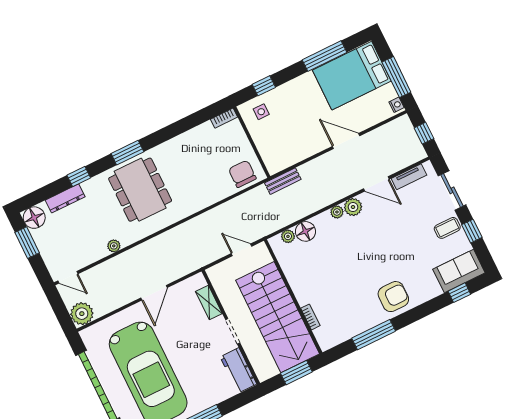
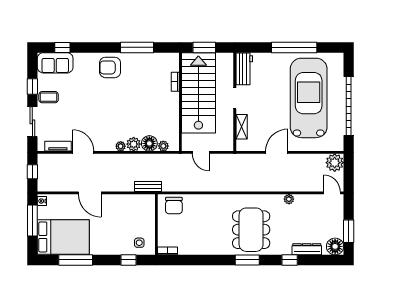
plant: (353, 207) -> (134, 144), moved

